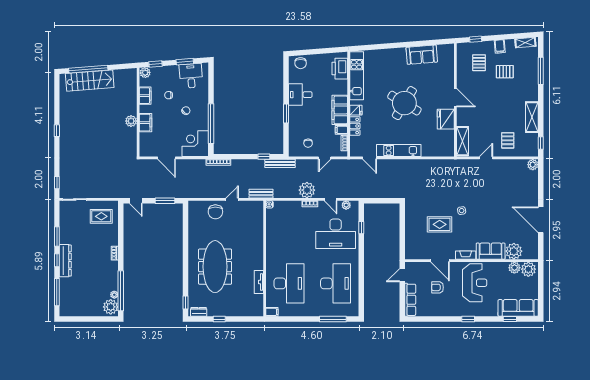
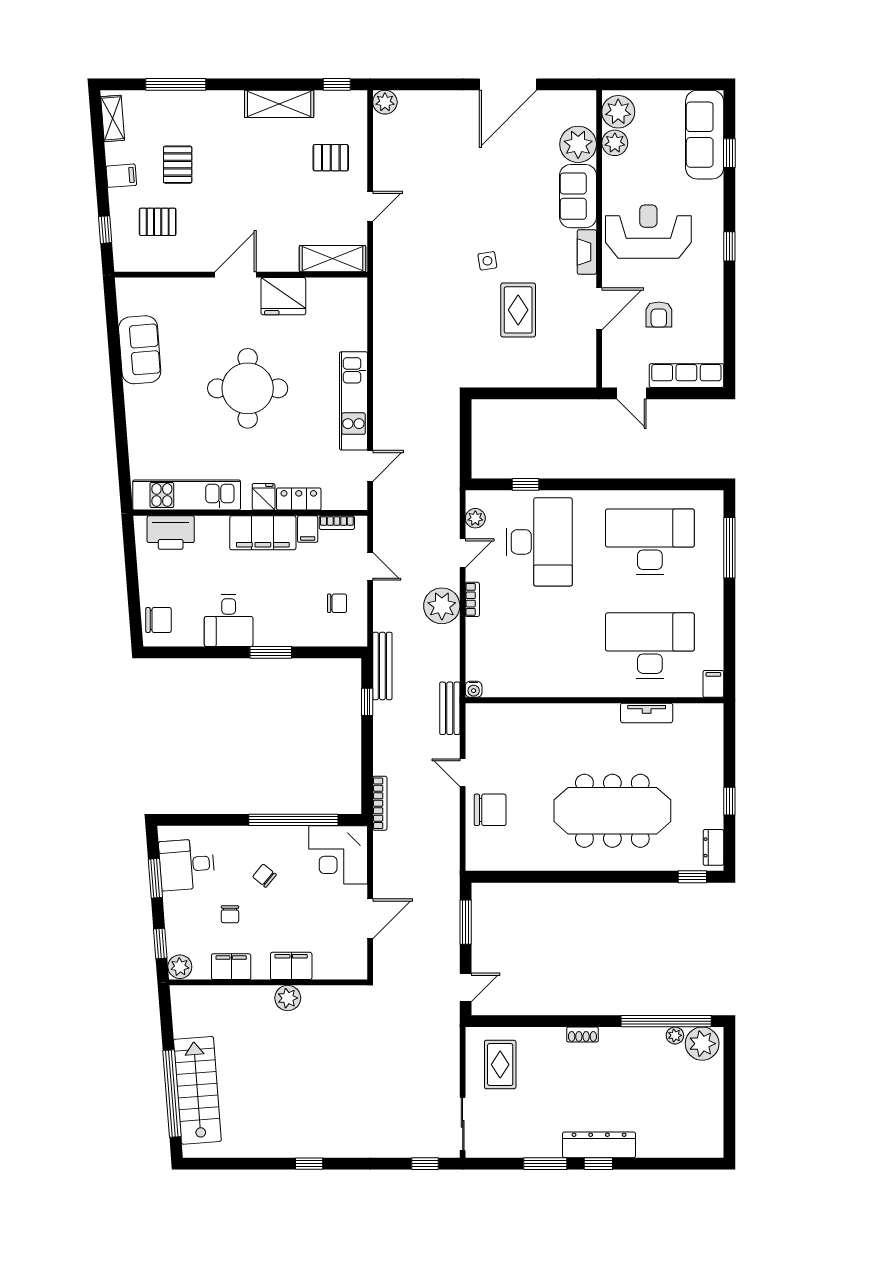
round table: (404, 103) -> (248, 388), turned -31
door: (486, 158) -> (370, 206), swing flipped
window: (57, 292) -> (669, 1164), removed

